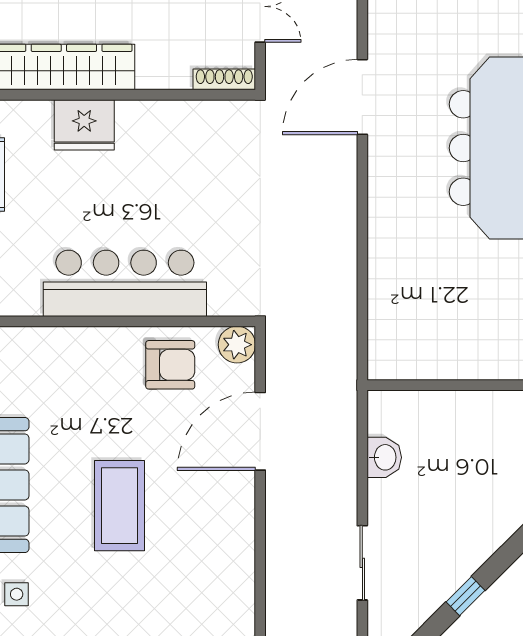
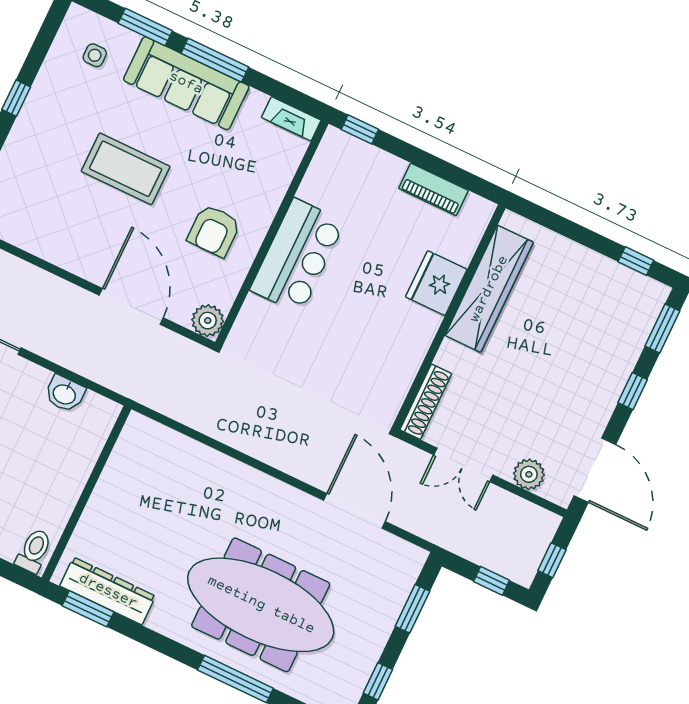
shoe rack: (224, 79) -> (426, 402), width x1.36, depth x1.24
bar counter: (125, 283) -> (297, 256), width x0.73
armchair: (170, 365) -> (214, 231), moved

